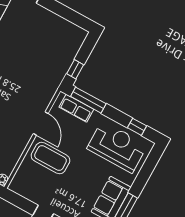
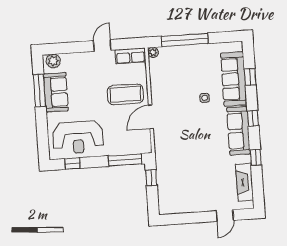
row of seats: (76, 108) -> (130, 56), moved, turned 180
door: (41, 124) -> (151, 117), hinge flipped

